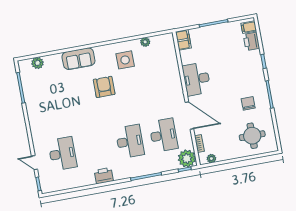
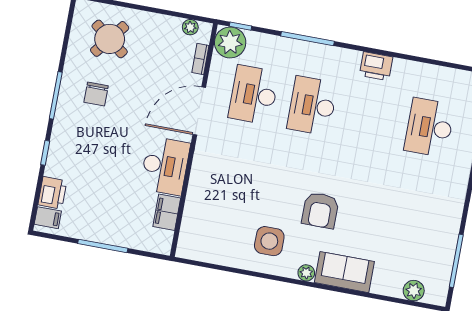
filing cabinet: (183, 40) -> (167, 212), moved
plant: (145, 42) -> (306, 273), moved
door: (189, 115) -> (199, 111), hinge flipped
round table: (252, 136) -> (110, 39), turned 38

